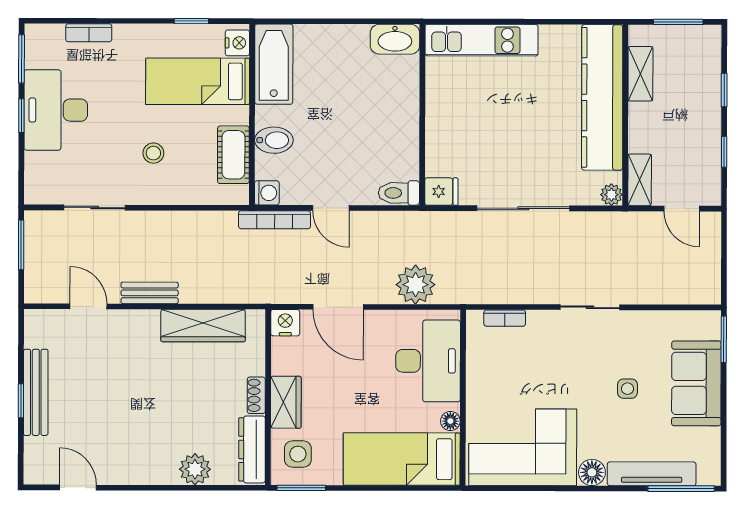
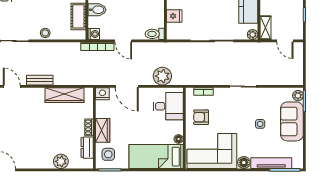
stool: (153, 153) -> (45, 33), moved
fridge: (441, 192) -> (174, 16), moved
plant: (710, 327) -> (298, 96), added
desk: (428, 361) -> (168, 106), width x0.73
armchair: (499, 374) -> (201, 117), added
dresser: (252, 449) -> (87, 148), width x0.70

